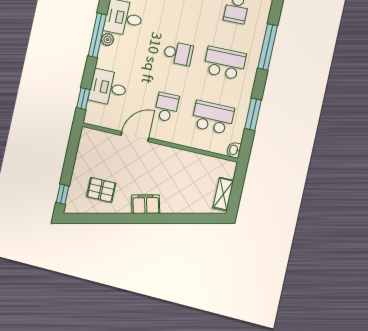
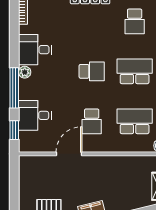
window: (97, 35) -> (14, 88), moved
school desk: (166, 107) -> (92, 121), turned 180

